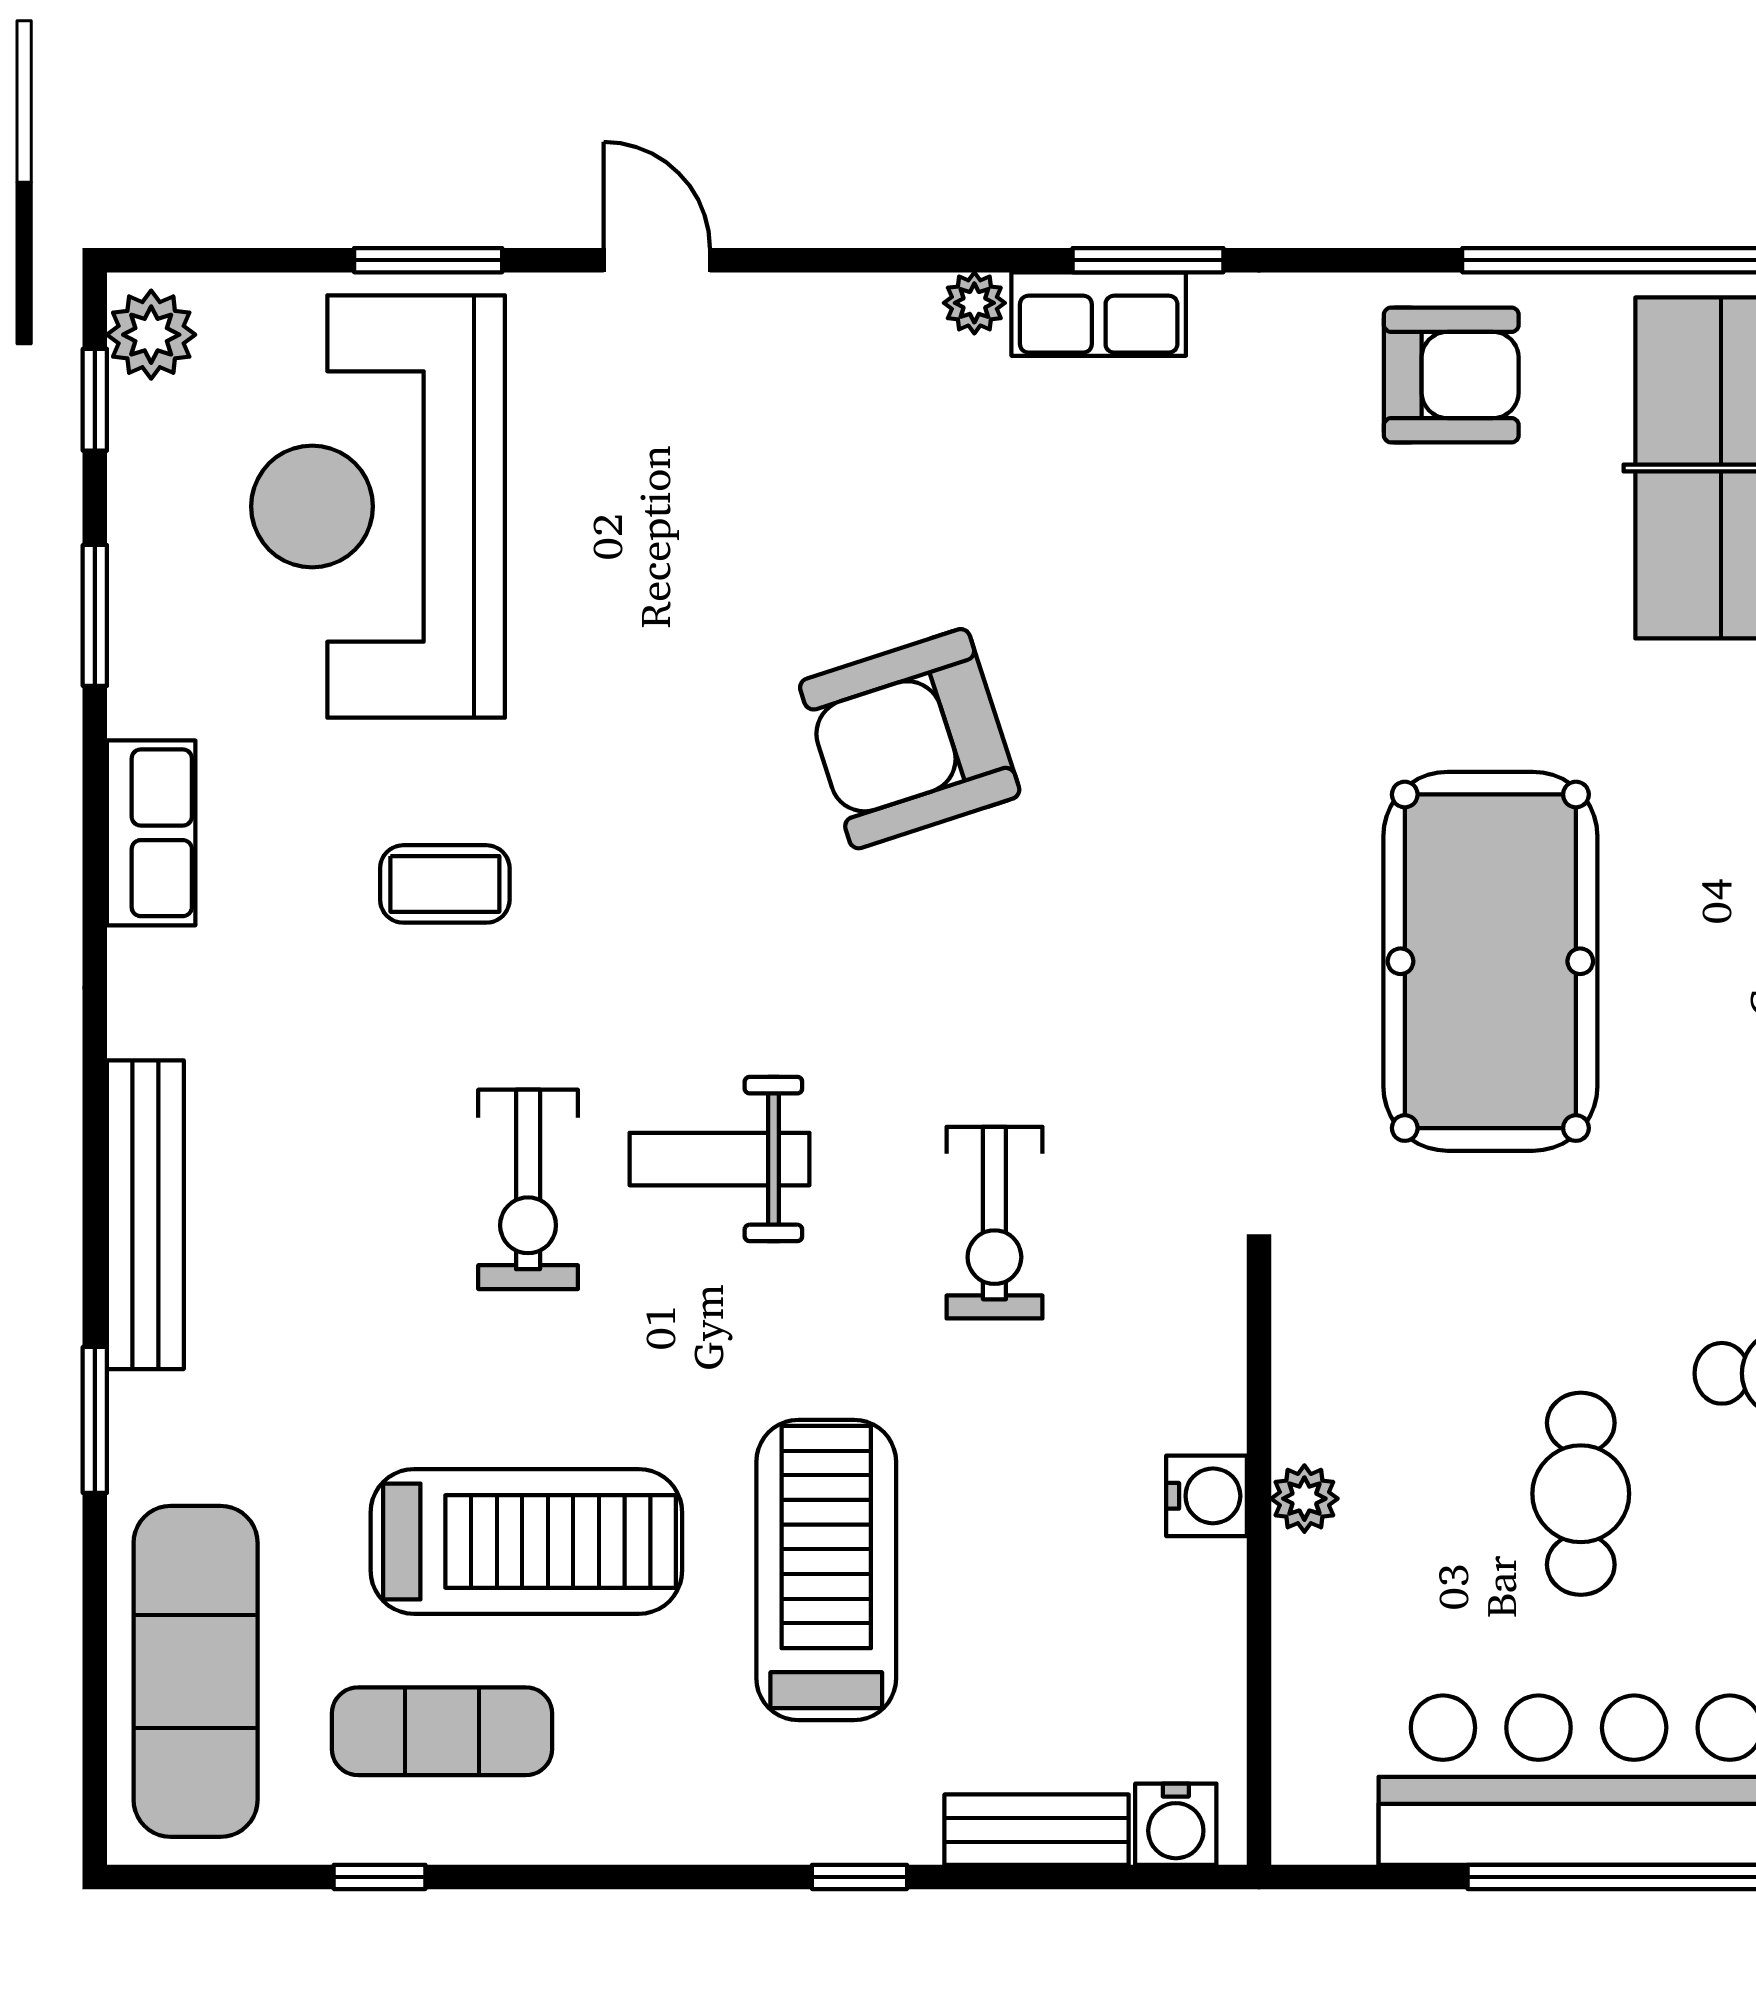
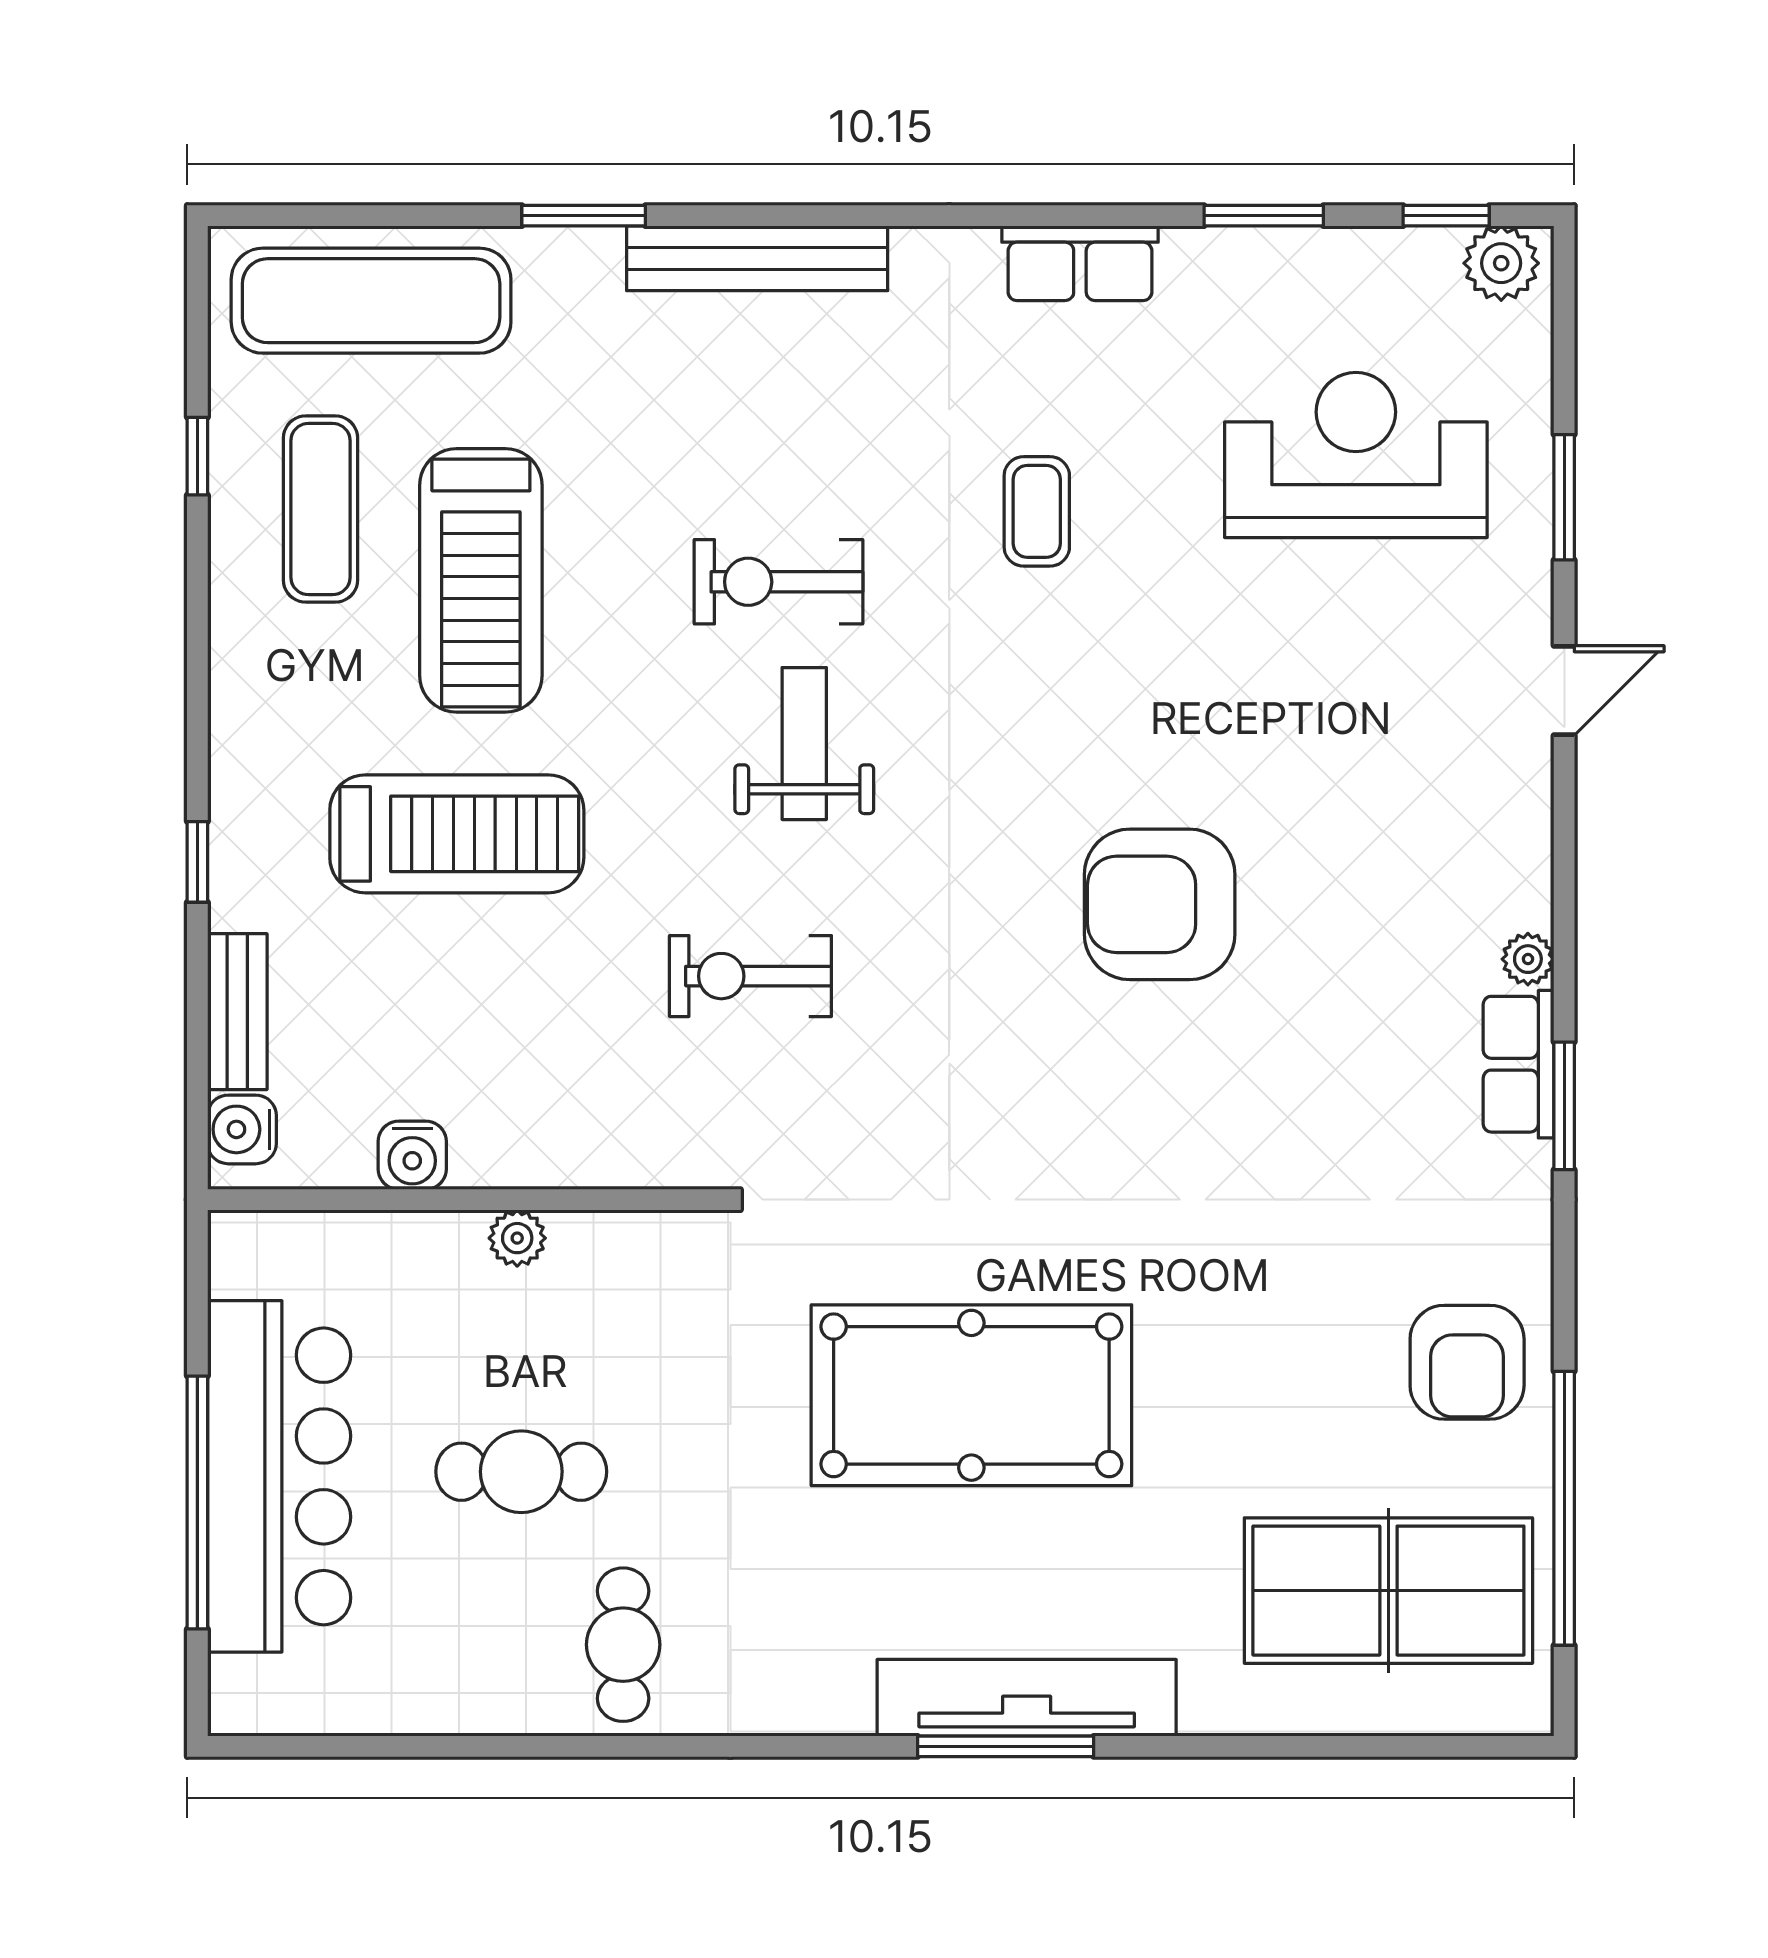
reception desk: (378, 506) -> (1356, 455), width x0.74, depth x0.77
armchair: (910, 739) -> (1160, 904), turned -72
water cooler: (1206, 1496) -> (412, 1155), moved

